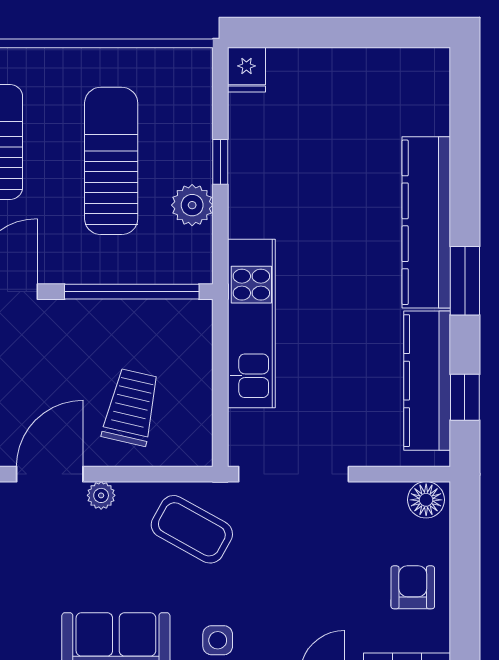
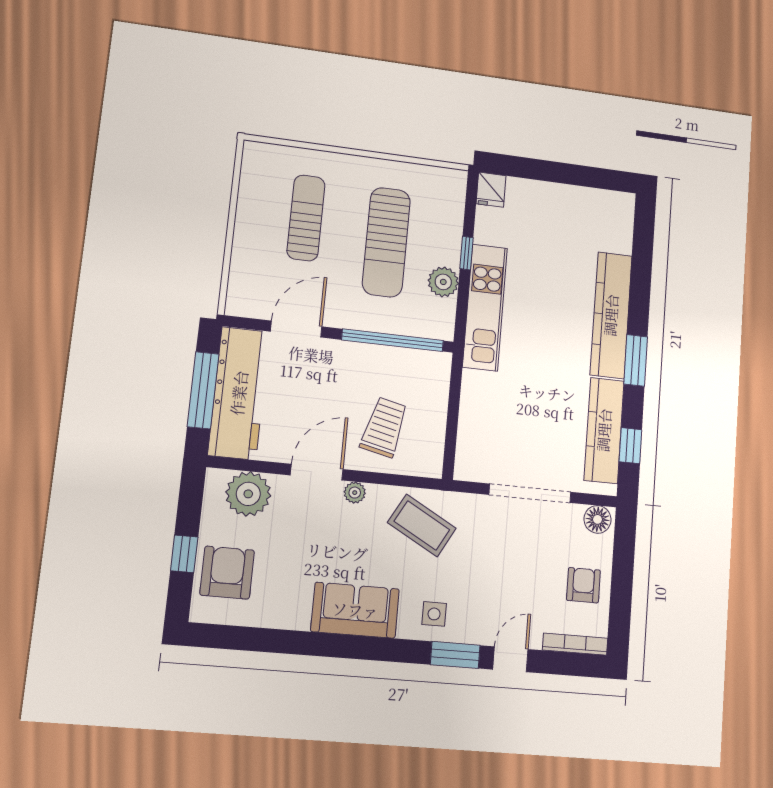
sun lounger: (111, 161) -> (386, 242), turned 180
kitchen unit: (251, 323) -> (485, 307), moved
doorway: (294, 474) -> (530, 493), moved

